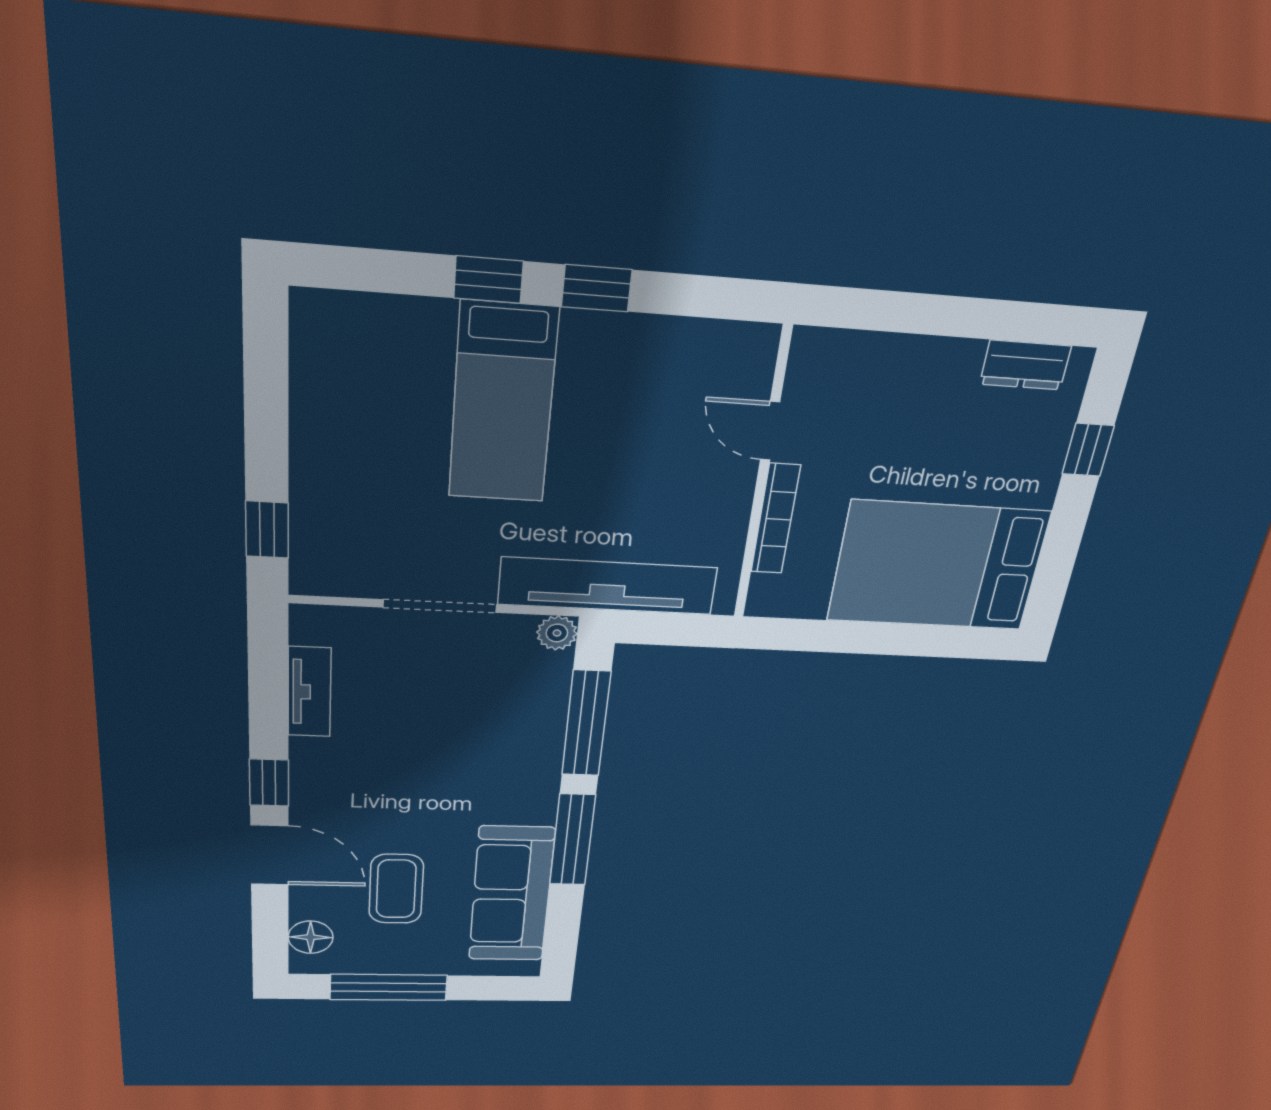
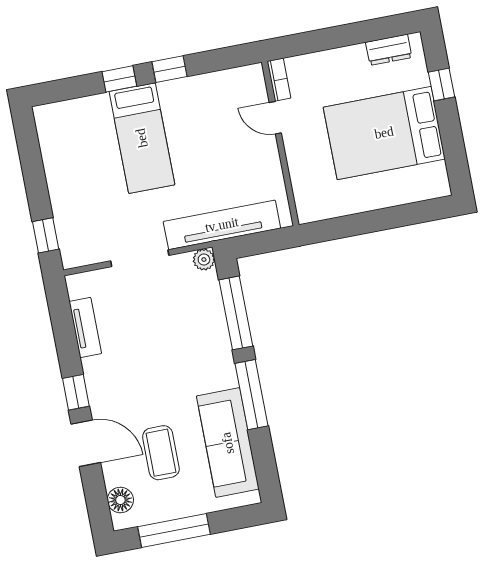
bookcase: (776, 519) -> (279, 80), moved, width x0.64
bed: (938, 566) -> (384, 133), moved

